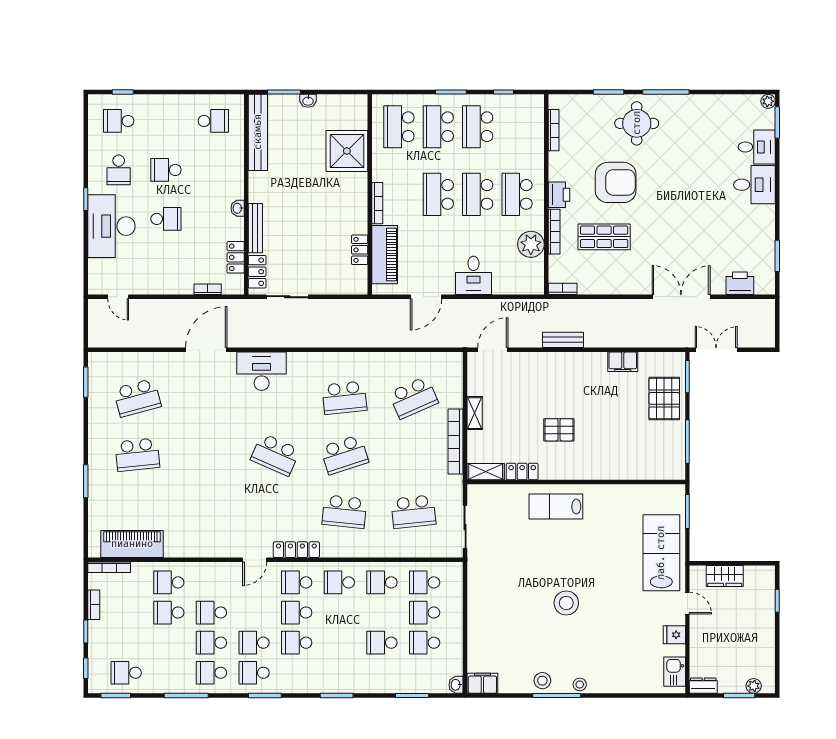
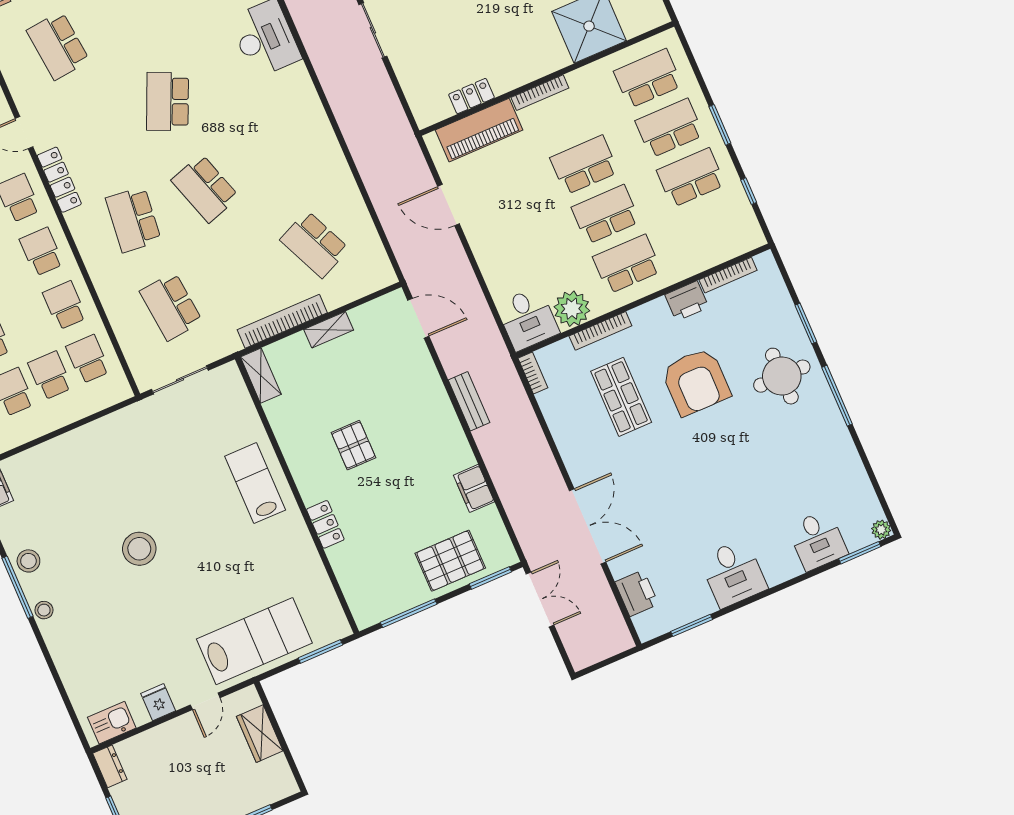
desk: (754, 185) -> (733, 573), moved
printer: (559, 195) -> (687, 301), moved
desk: (474, 275) -> (528, 319), moved, turned -90
school desk: (344, 398) -> (58, 46), moved
locker: (522, 472) -> (325, 524), moved

